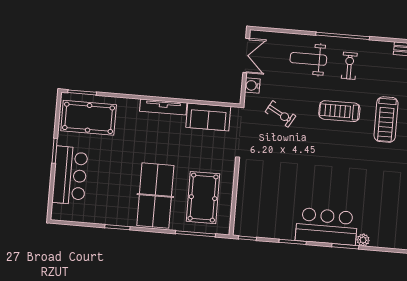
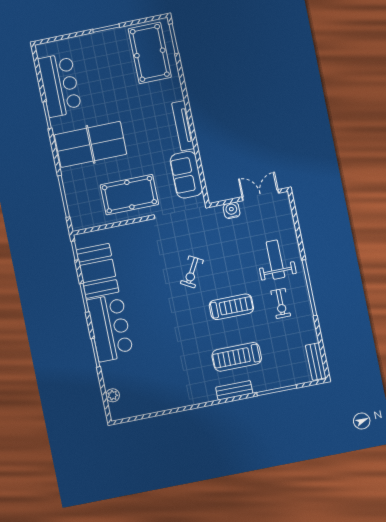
double door: (246, 56) -> (260, 195), swing flipped
exercise bike: (349, 66) -> (281, 303), turned 90
treadmill: (339, 111) -> (231, 307), turned 90
exercise bike: (280, 114) -> (192, 272), moved
bar counter: (70, 175) -> (60, 85), moved, turned -90
pool table: (203, 198) -> (129, 195), moved
booth: (272, 223) -> (98, 271), added
plant: (363, 240) -> (113, 395), moved

